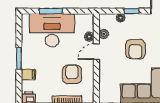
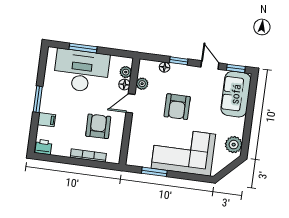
plant: (89, 26) -> (126, 72), added

